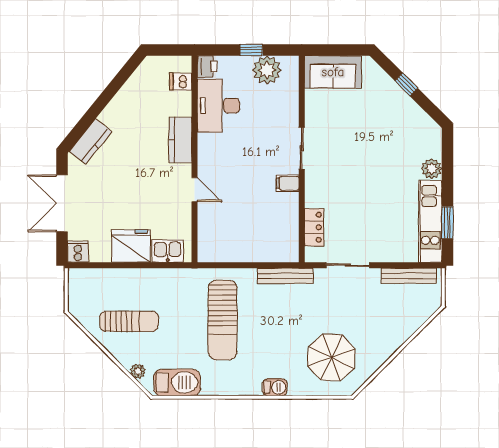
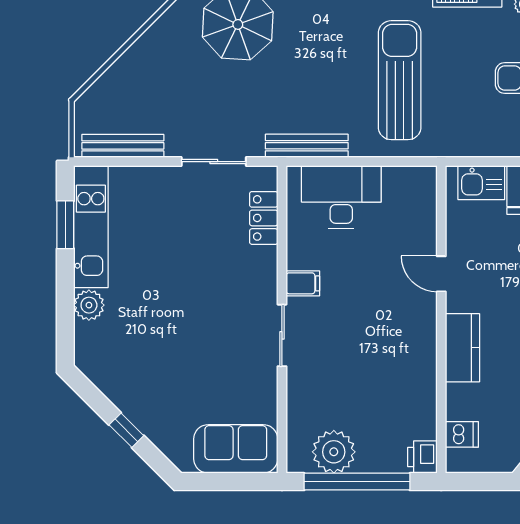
window: (251, 50) -> (357, 482), width x3.17
desk: (218, 106) -> (341, 197), moved, turned -90

